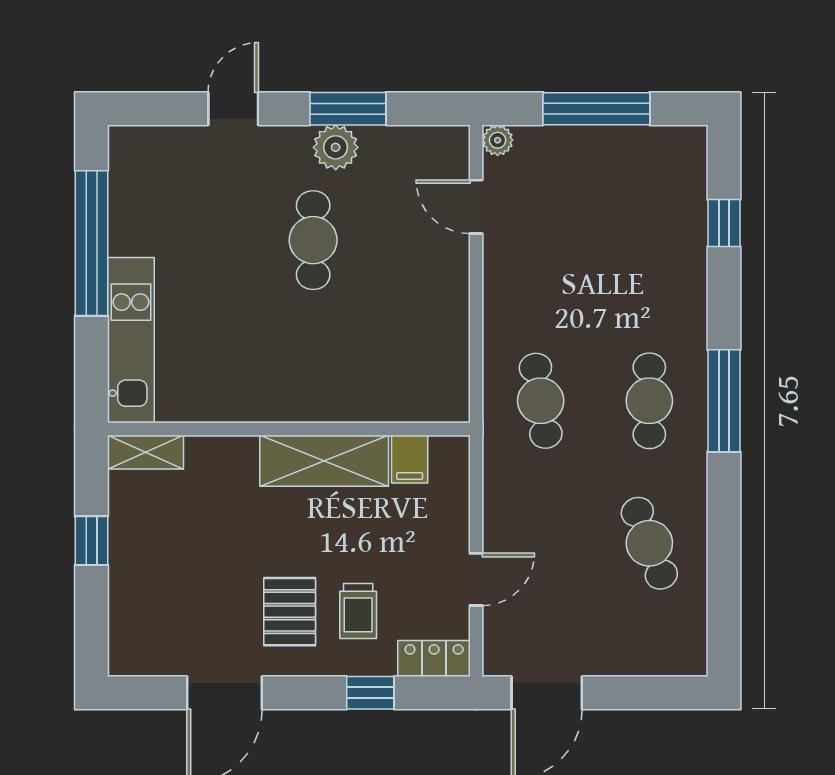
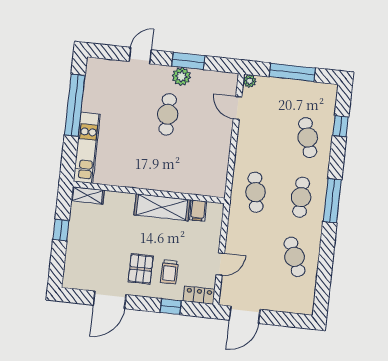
cafe table: (649, 258) -> (308, 138), added

